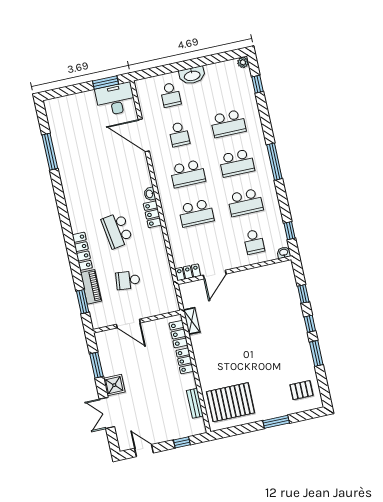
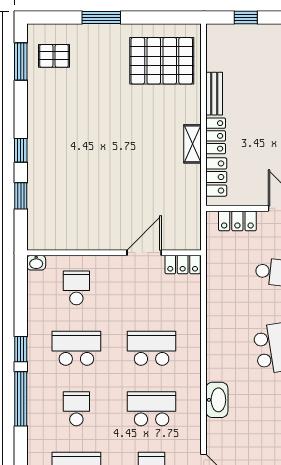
school desk: (237, 163) -> (76, 409), width x0.54
washbasin: (150, 194) -> (217, 400), width x1.91, depth x1.45
locker: (152, 214) -> (237, 221), moved, turned 90
window: (289, 231) -> (21, 349), moved
shelving: (192, 321) -> (192, 144), moved
window: (316, 353) -> (21, 62), moved
bench: (195, 403) -> (214, 94), moved

